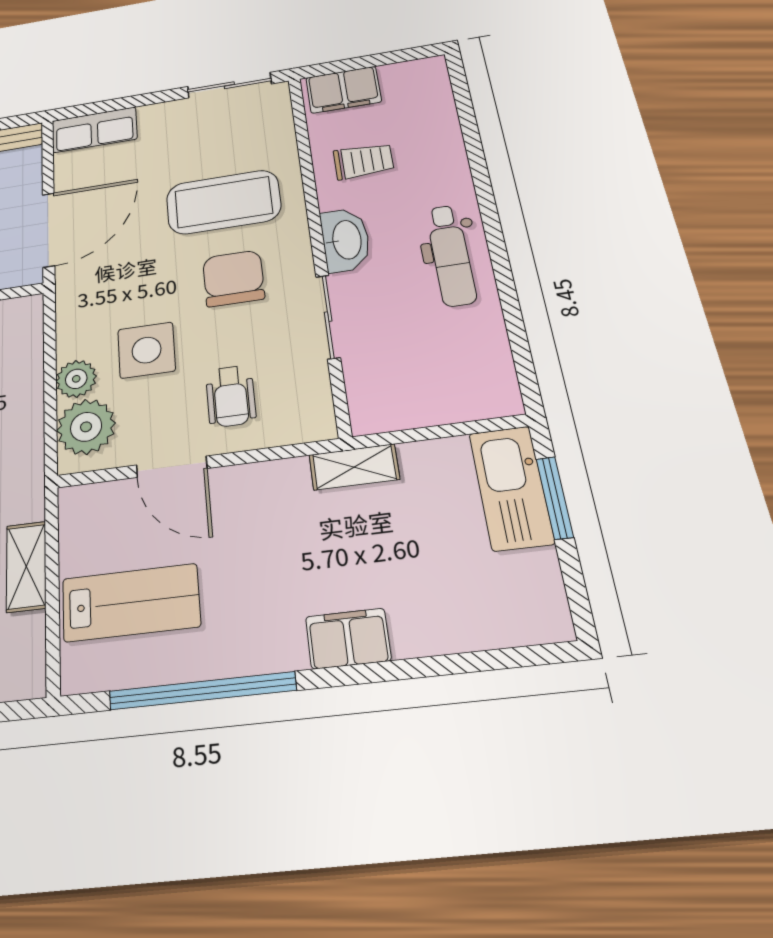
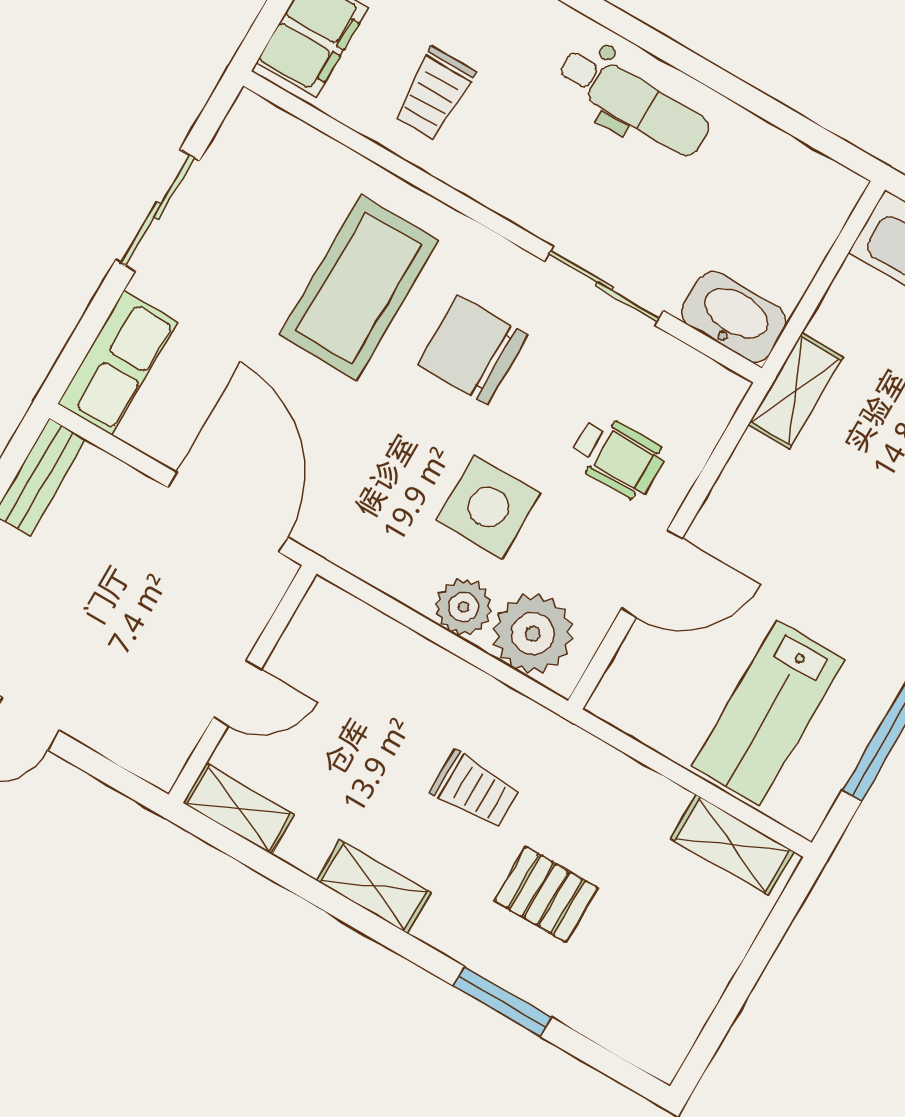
sliding door: (229, 85) -> (158, 210), moved
trolley: (363, 161) -> (434, 94), turned 180
washbasin: (346, 240) -> (734, 317), moved
shelving: (26, 566) -> (732, 845), moved
lab bench: (131, 603) -> (768, 713), turned 180

